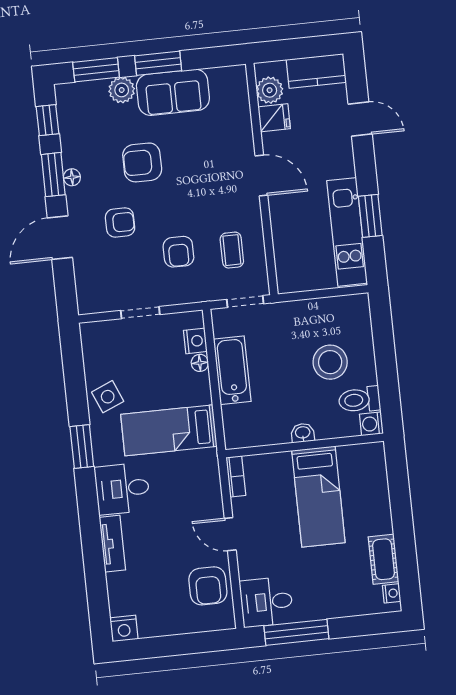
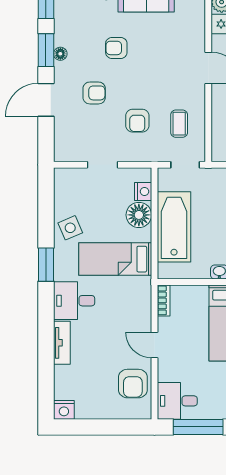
armchair: (142, 162) -> (116, 48), width x0.72, depth x0.72
floor lamp: (200, 363) -> (139, 215), width x1.89, depth x1.89
bathtub: (232, 370) -> (174, 227), width x1.36, depth x1.36

